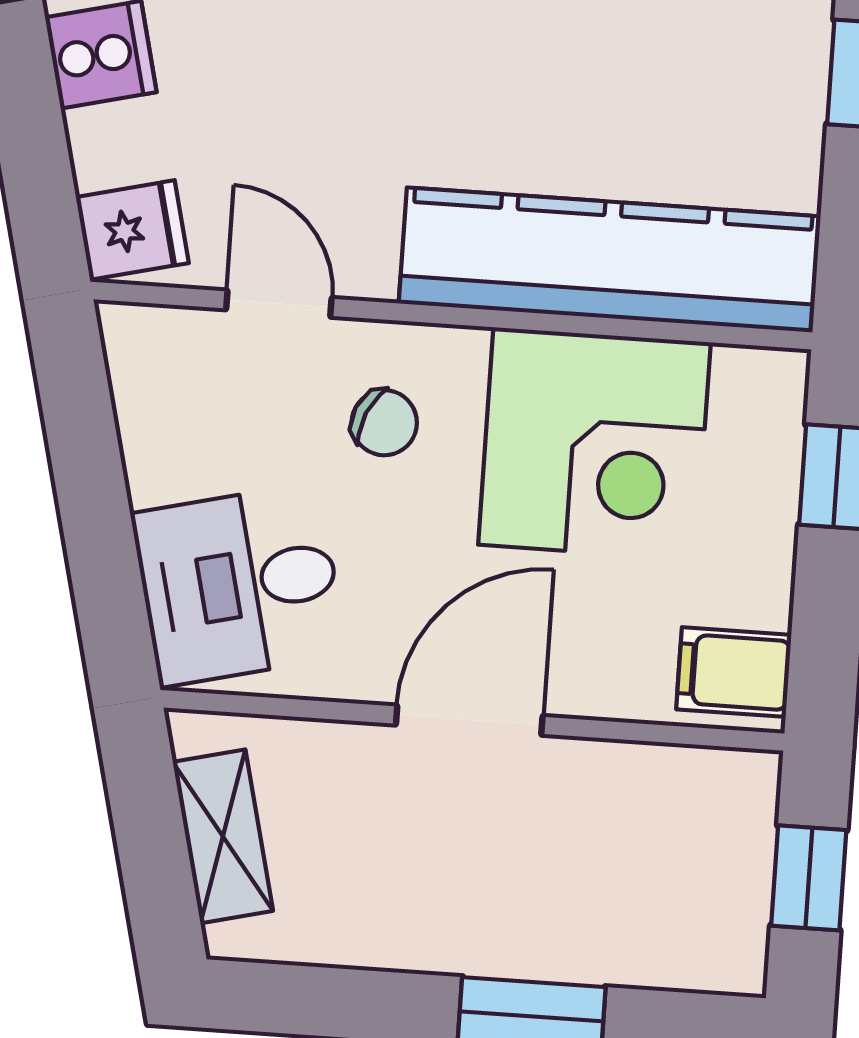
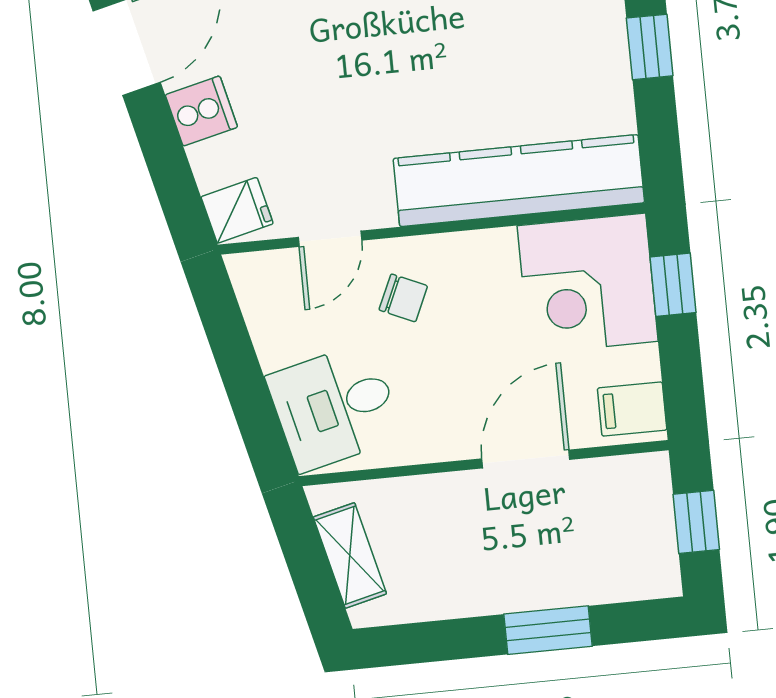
door: (279, 304) -> (330, 239), swing flipped
corner desk: (594, 444) -> (588, 283), moved, turned 90
door: (469, 720) -> (526, 459), moved

